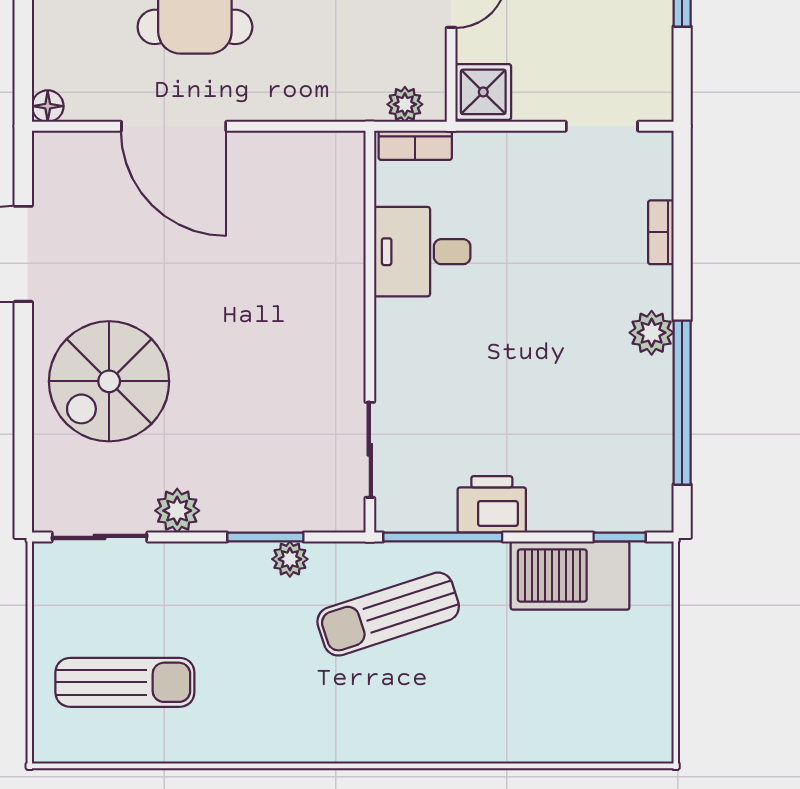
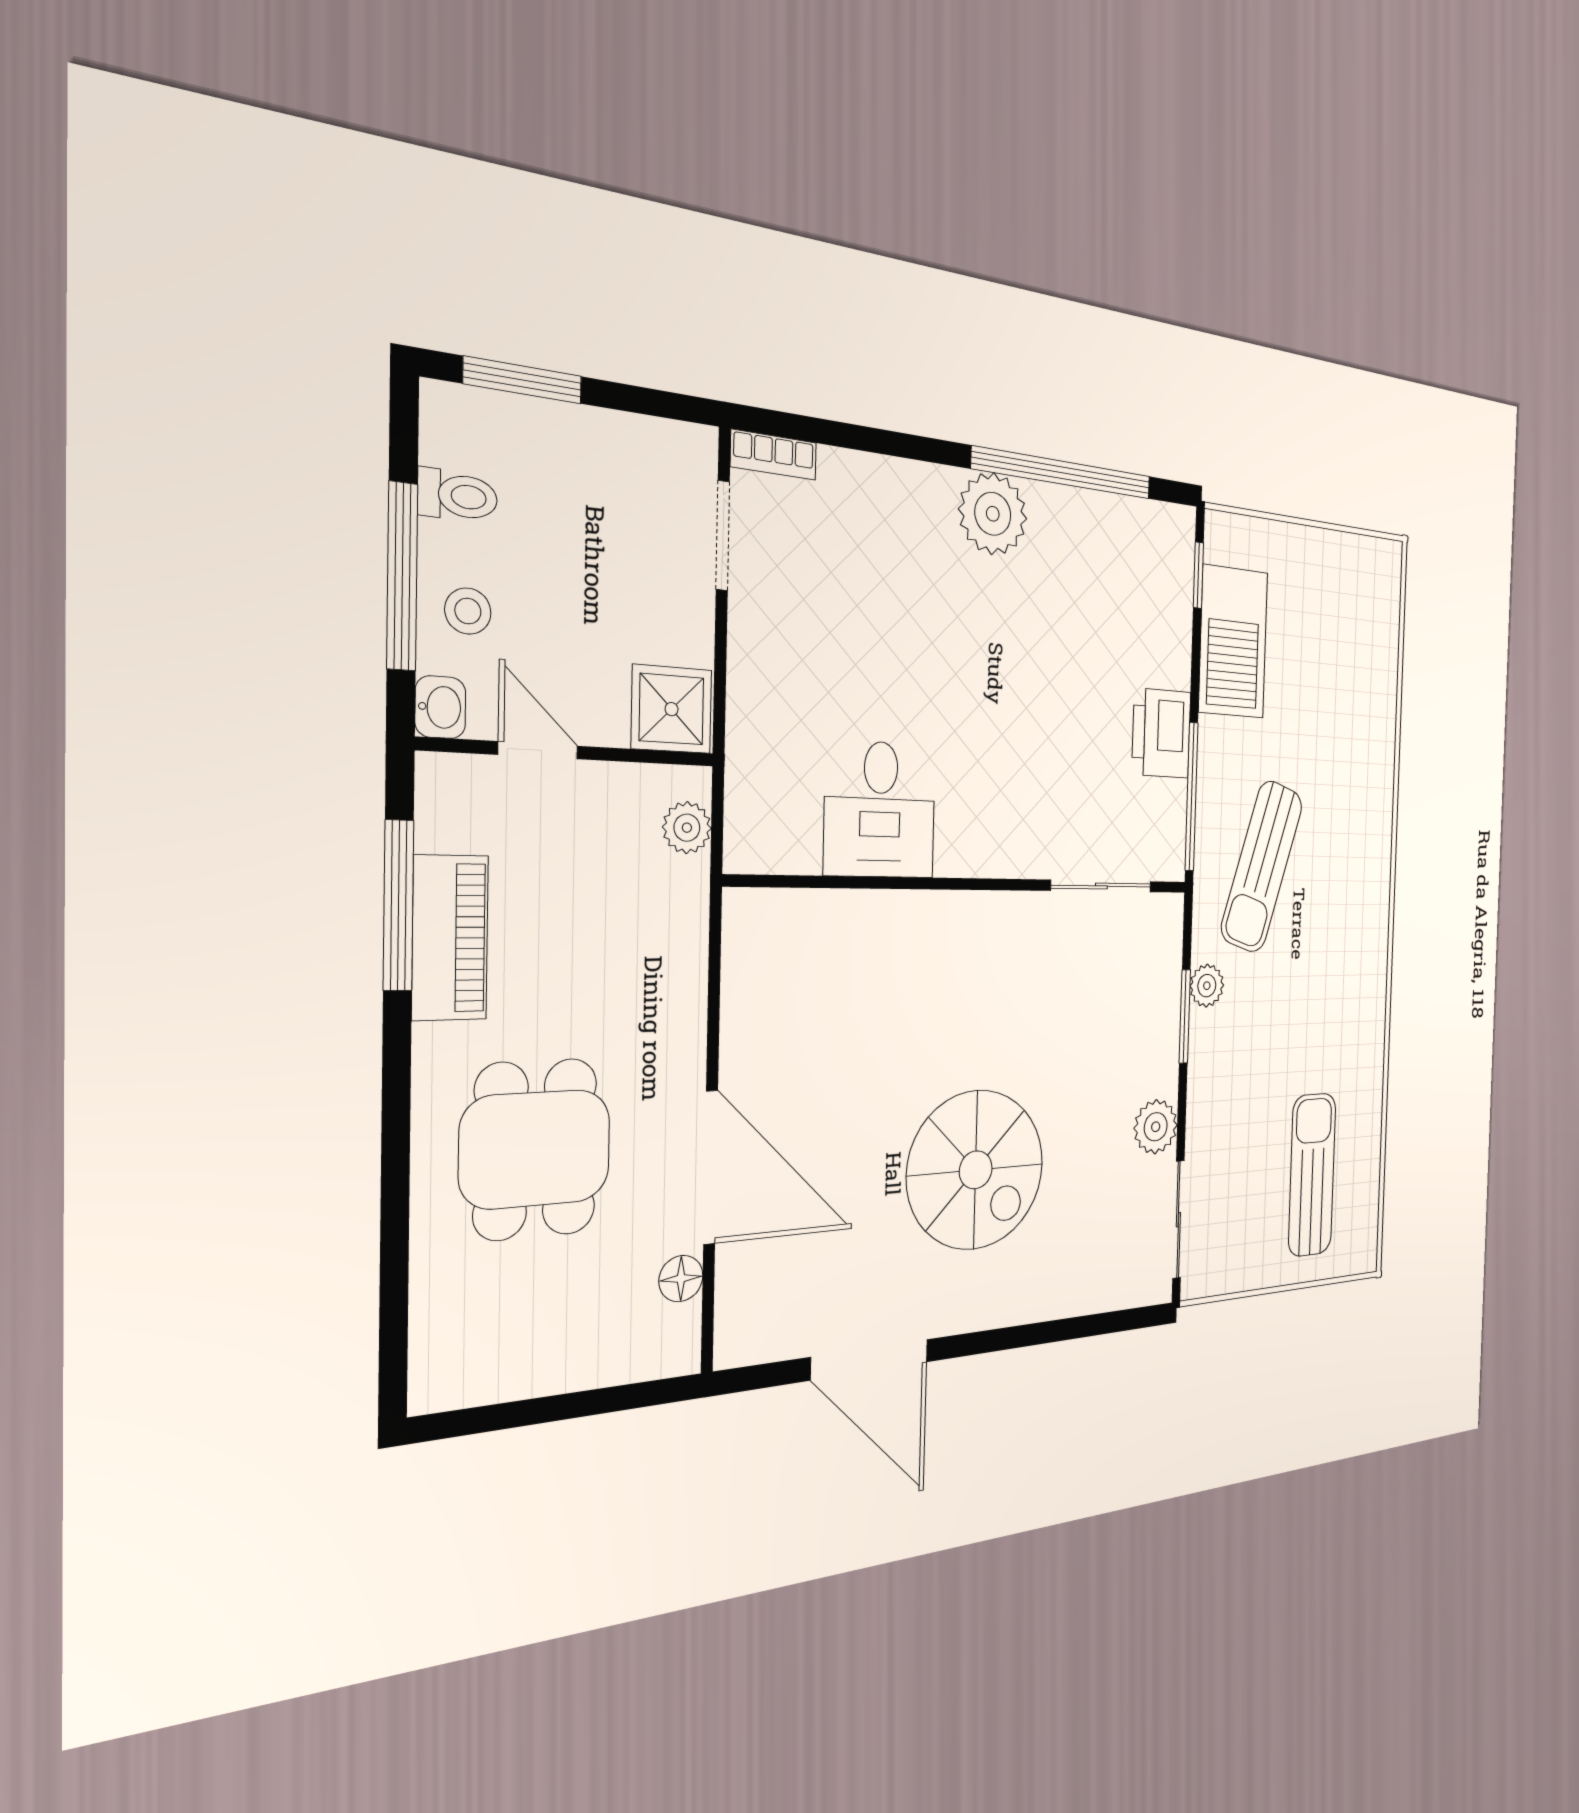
floor lamp: (48, 106) -> (681, 1279), moved
door: (174, 126) -> (711, 1167), hinge flipped
bookcase: (415, 145) -> (743, 814), removed
bookcase: (661, 232) -> (774, 455), moved
plant: (652, 333) -> (993, 514), width x1.36, depth x1.36
spiral stairs: (109, 381) -> (976, 1170), moved
sun lounger: (388, 614) -> (1262, 866), turned 36

